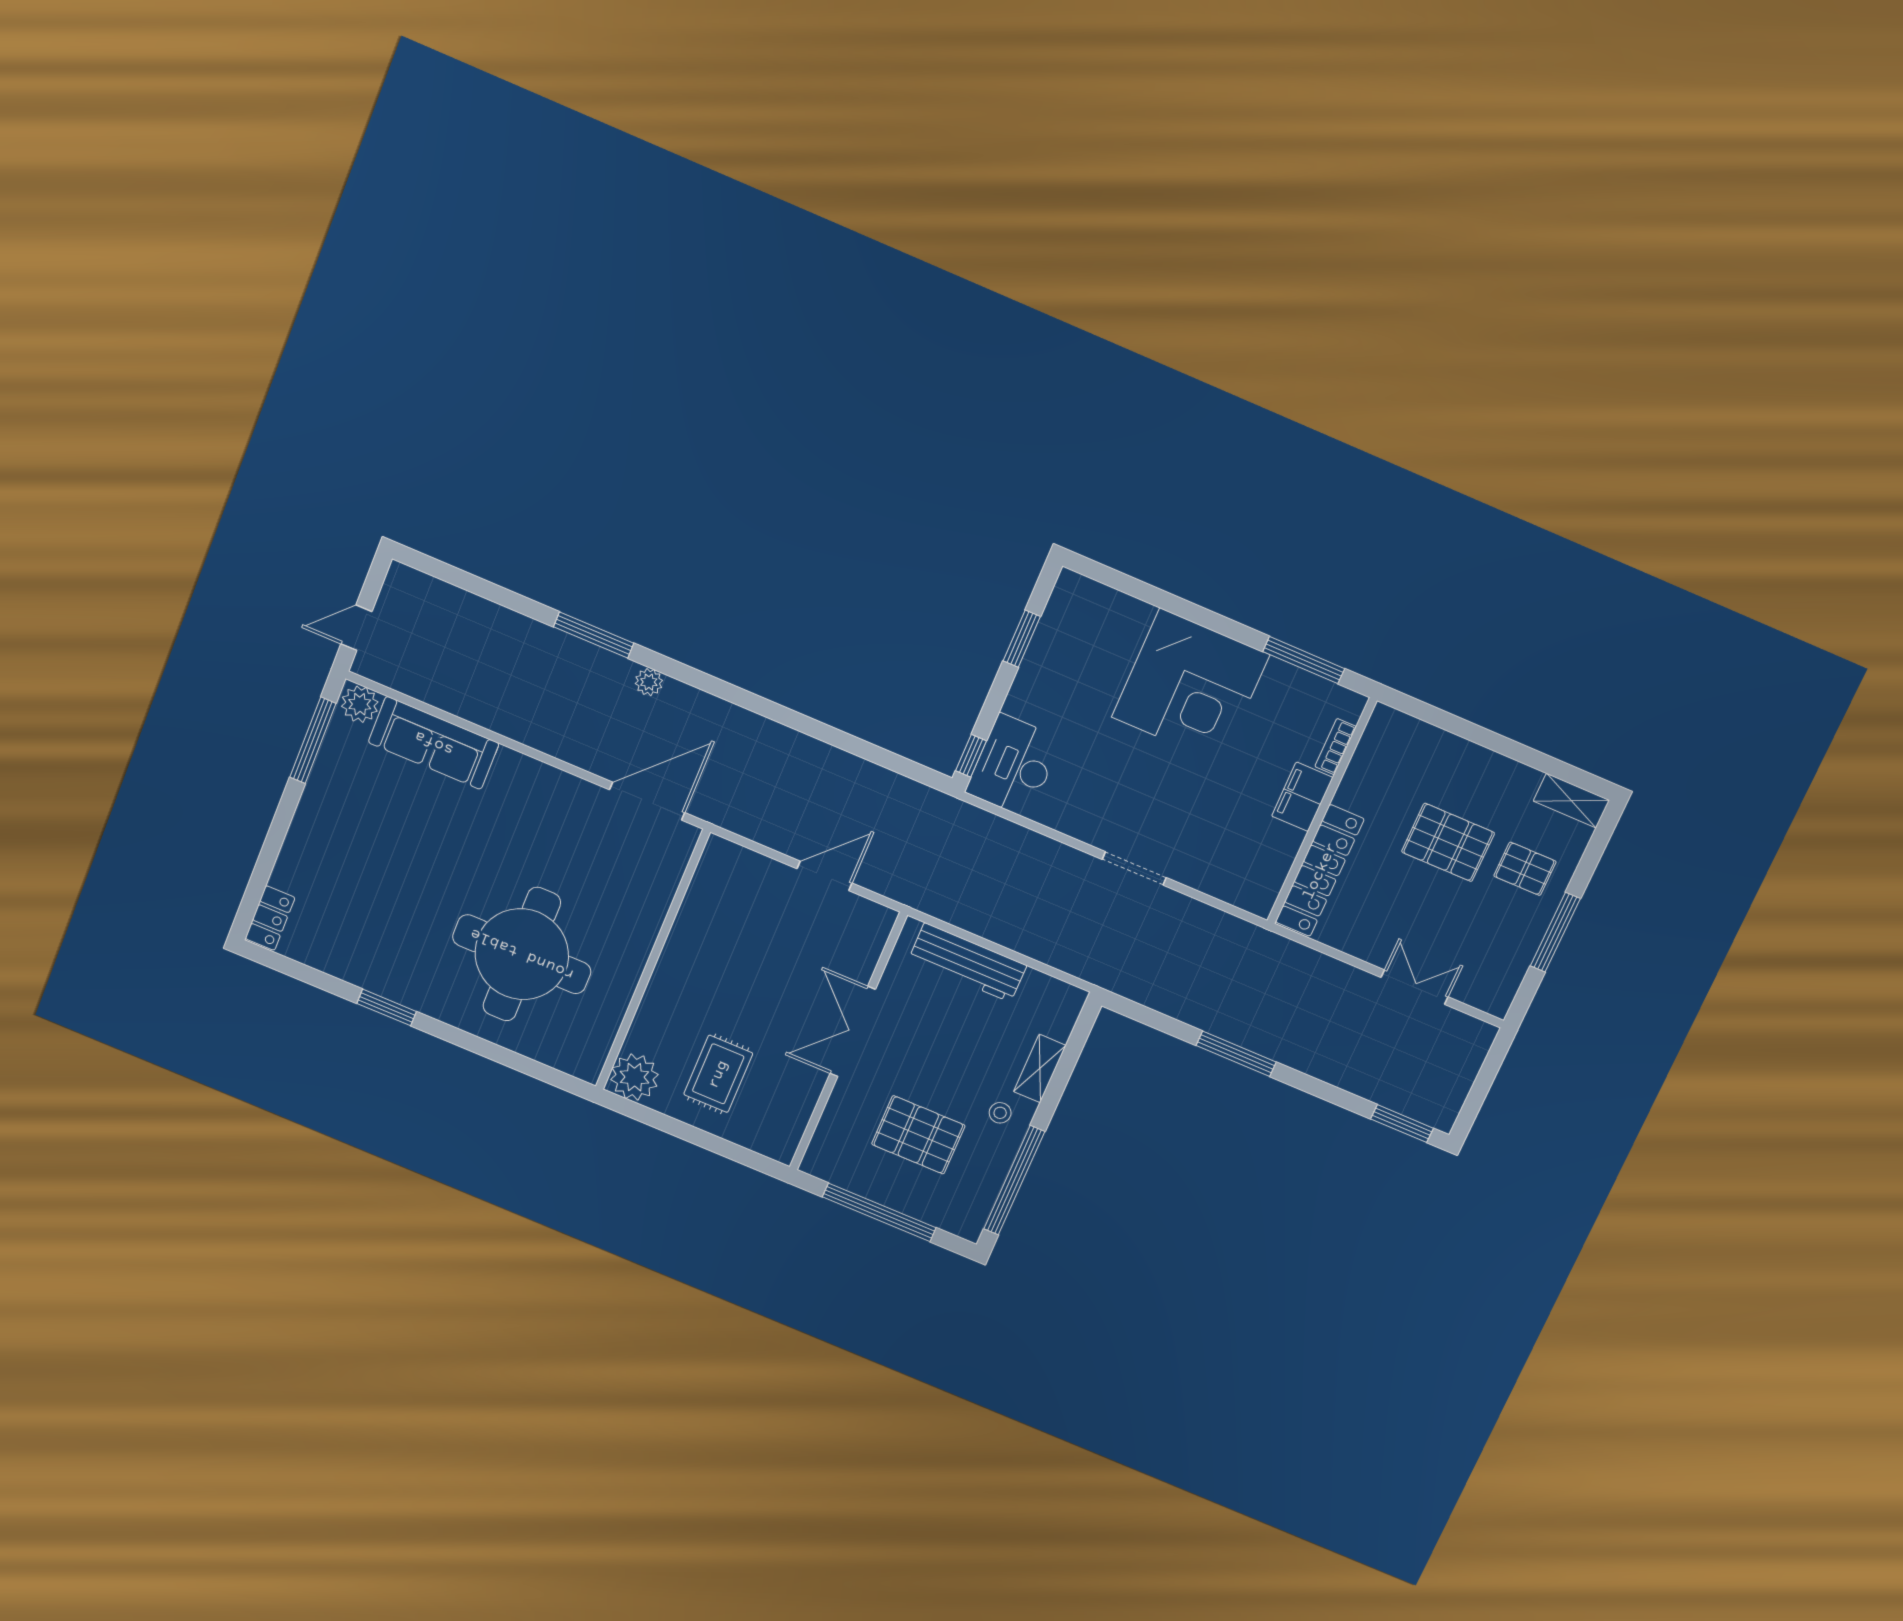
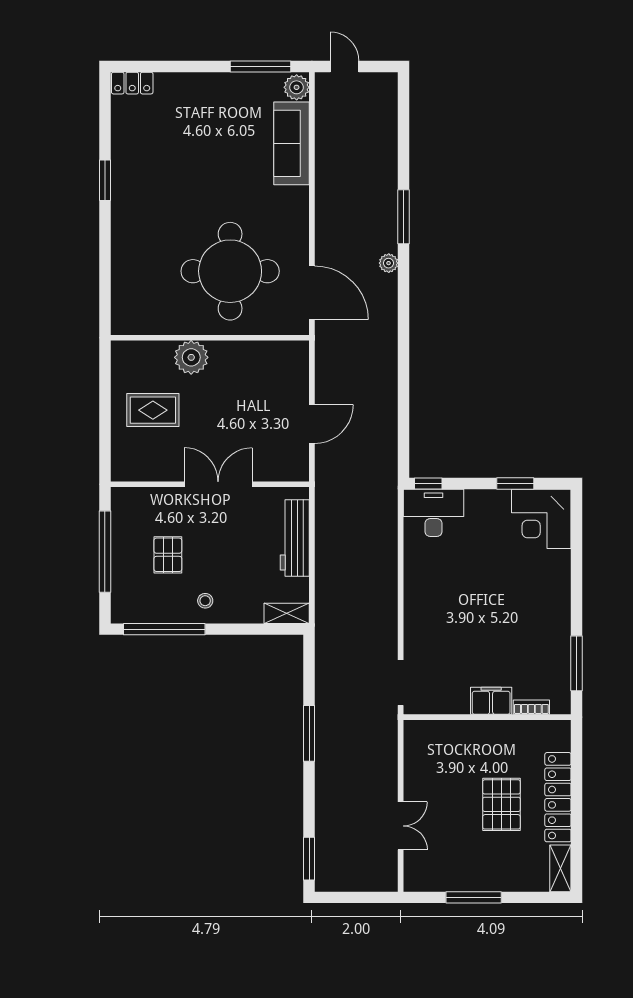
corner desk: (1191, 686) -> (541, 519), moved, width x0.74, depth x0.74
doorway: (1134, 868) -> (401, 683), moved
pallet: (1525, 869) -> (505, 860), removed
locker: (1320, 871) -> (558, 797), moved, turned 90
door: (824, 876) -> (312, 424), hinge flipped
round table: (522, 954) -> (230, 271), moved
shelving: (1040, 1069) -> (287, 613), moved
plant: (634, 1077) -> (191, 357), moved
pallet: (918, 1135) -> (168, 555), width x0.67, depth x0.71

